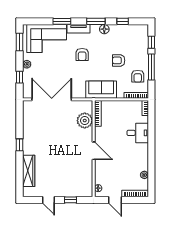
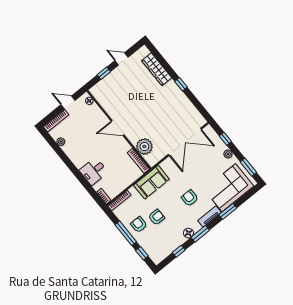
armchair: (138, 76) -> (139, 224), moved

